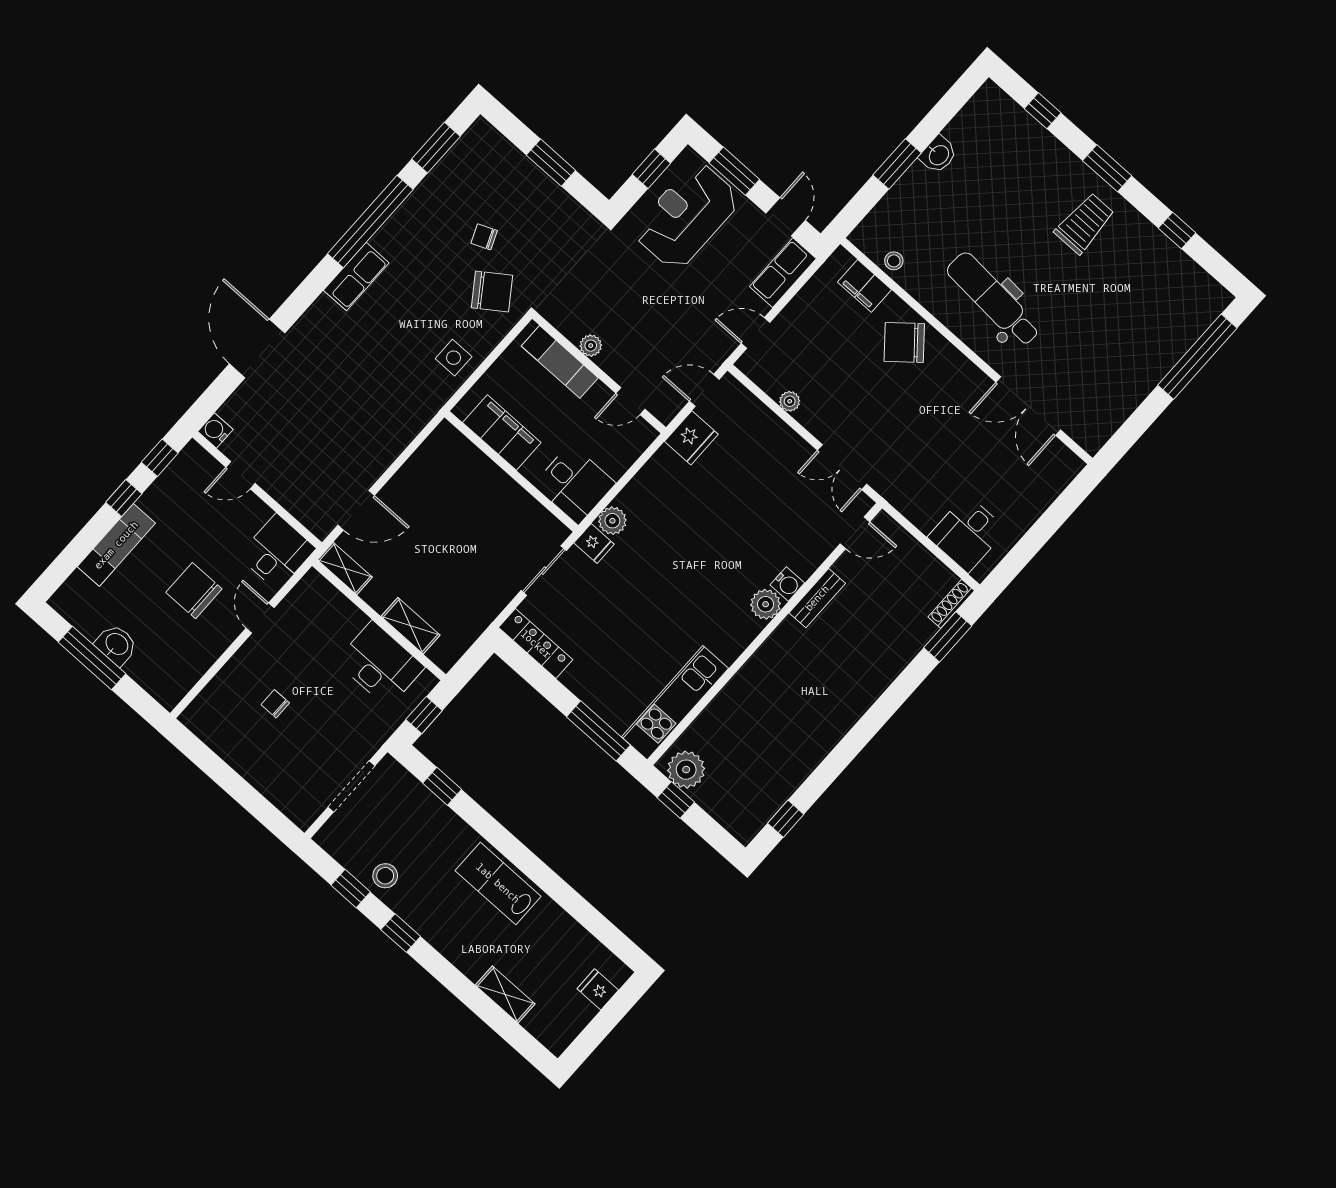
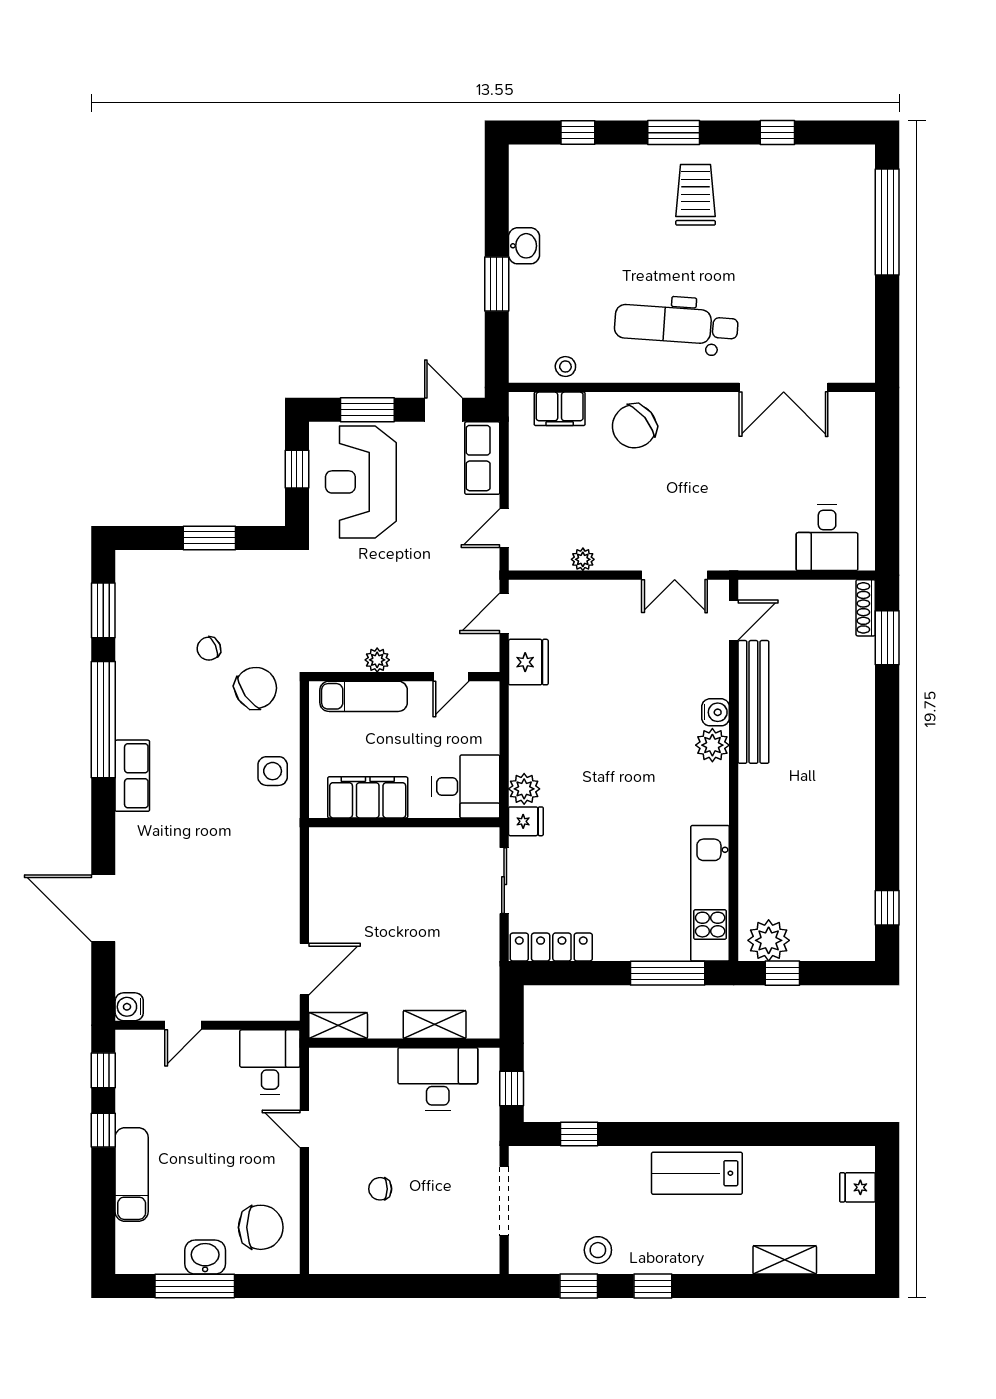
chair: (194, 591) -> (261, 1227), moved, turned 180
bench: (817, 598) -> (753, 702), width x1.86, depth x1.21

